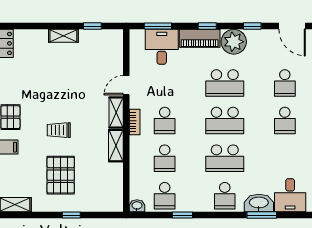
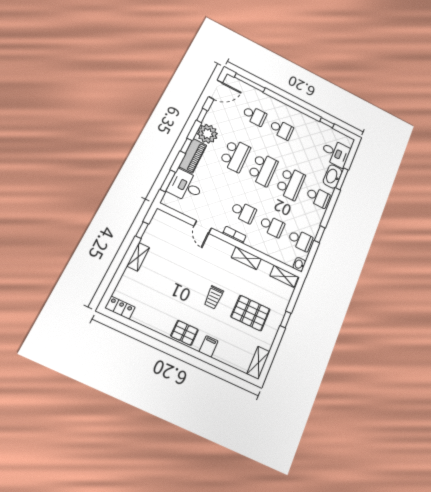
shelving: (116, 113) -> (284, 276), moved

